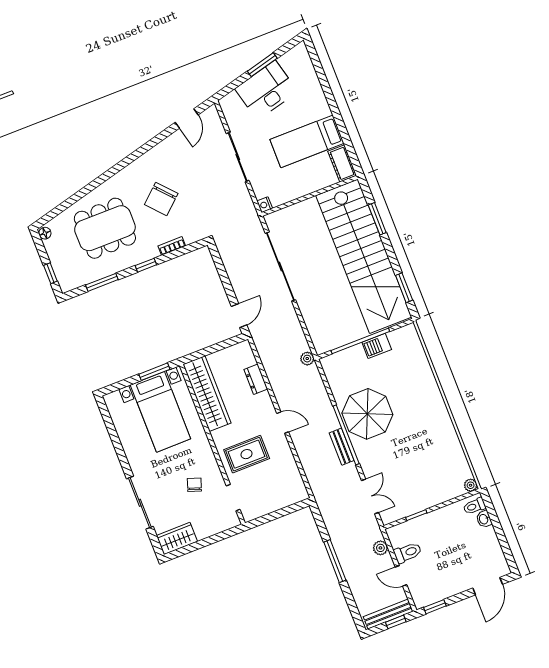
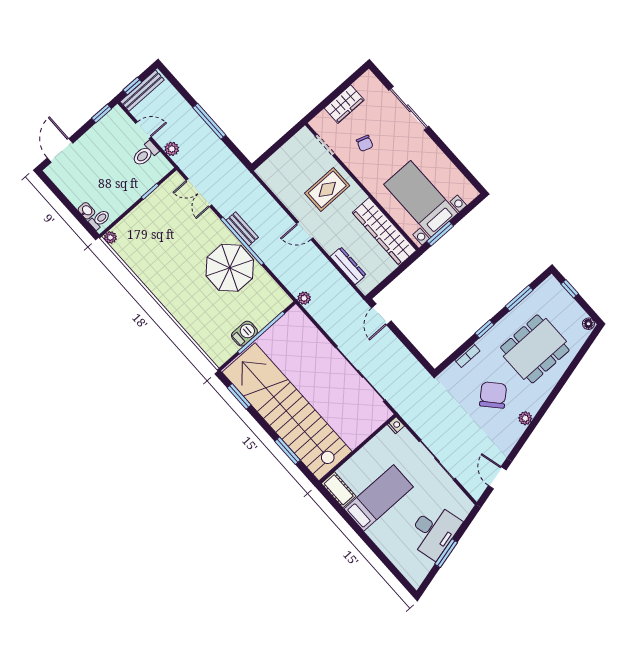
plant: (139, 165) -> (525, 418), added
dresser: (256, 379) -> (348, 266), width x1.44
wardrobe: (177, 539) -> (344, 104), moved

